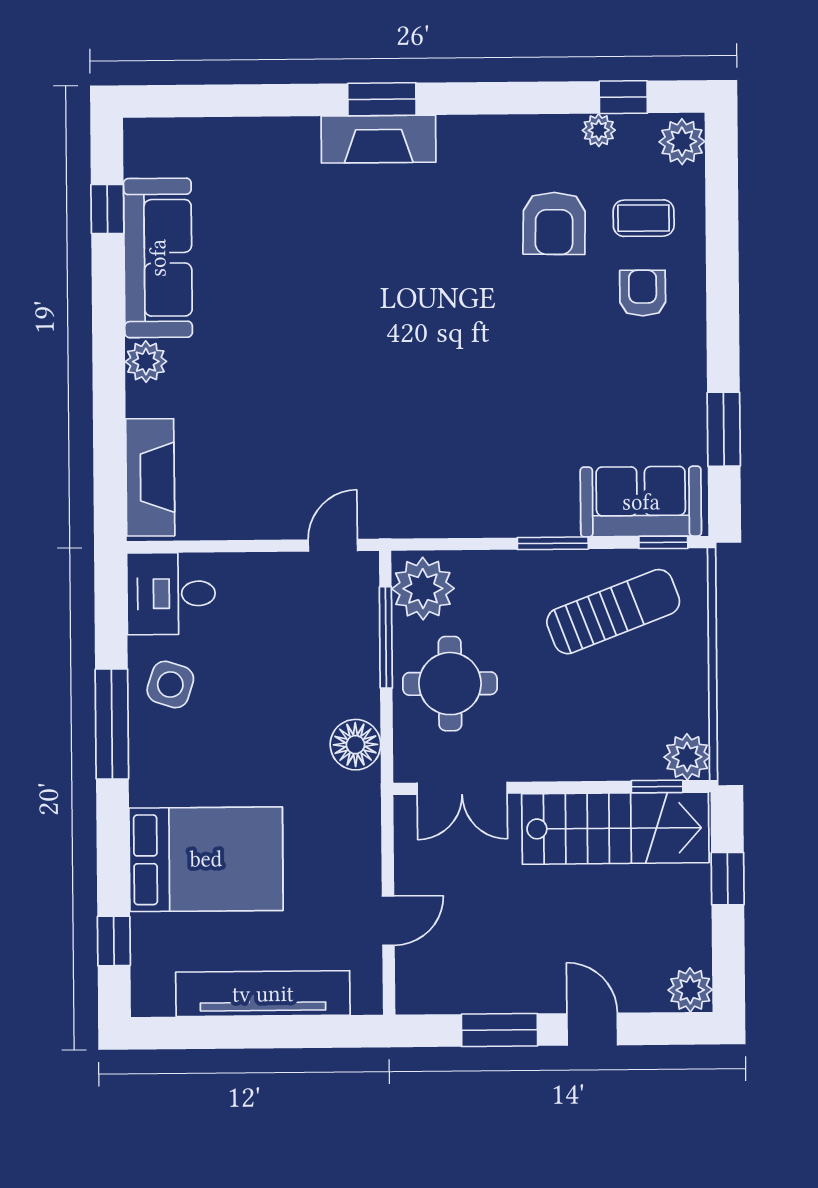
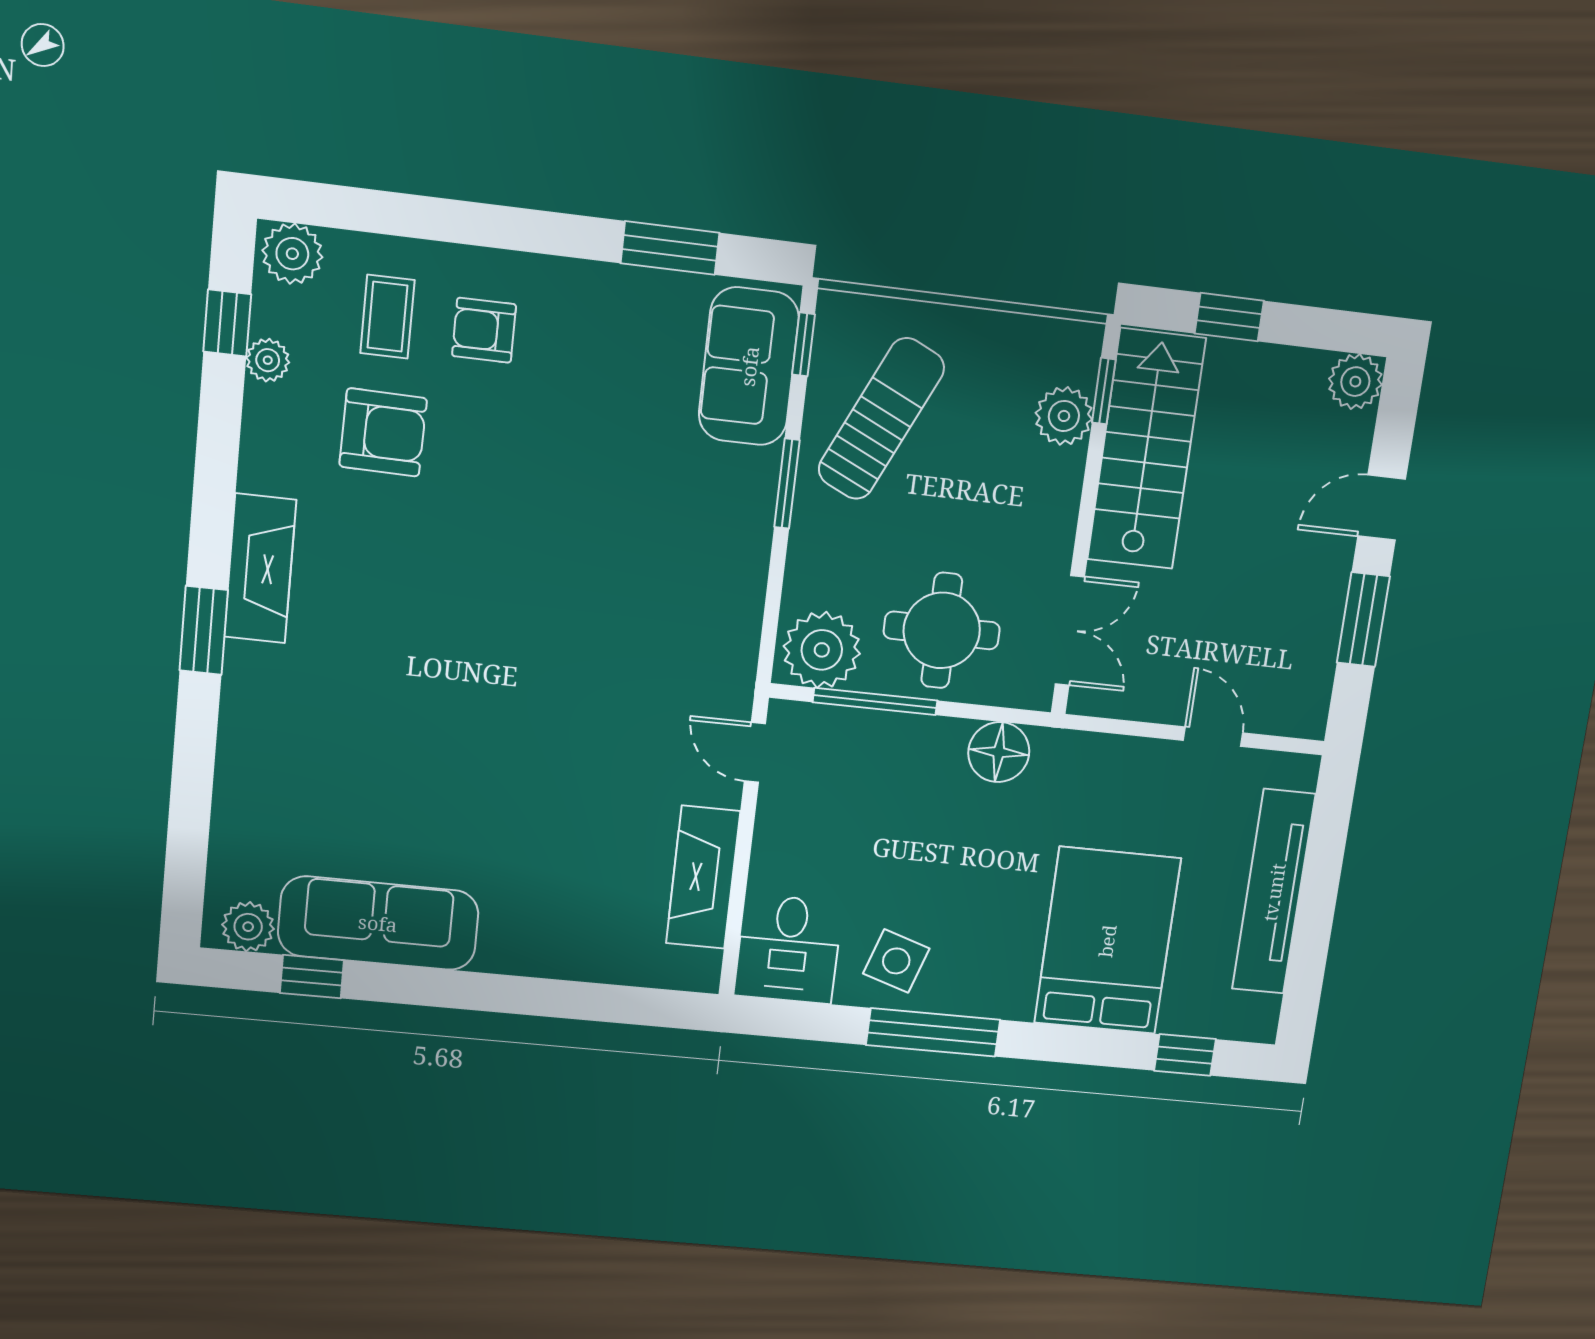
fireplace: (379, 139) -> (260, 568), moved
plant: (146, 362) -> (248, 927), moved
fireplace: (150, 477) -> (703, 877), moved, turned -90
sun lounger: (613, 612) -> (881, 419), turned 46
plant: (687, 757) -> (1064, 416), moved

